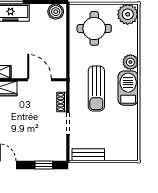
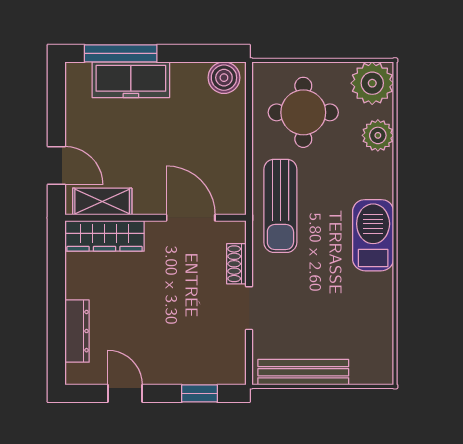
plant: (130, 62) -> (378, 135), moved
sun lounger: (96, 89) -> (280, 206), moved
bench: (88, 155) -> (303, 372), width x1.36

